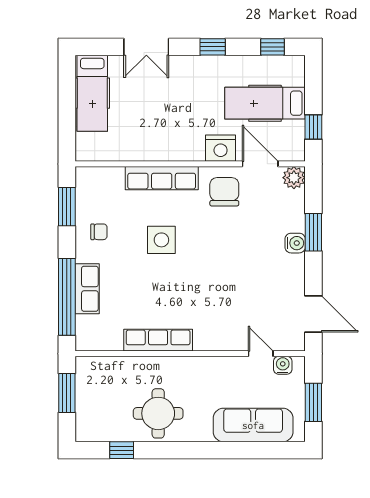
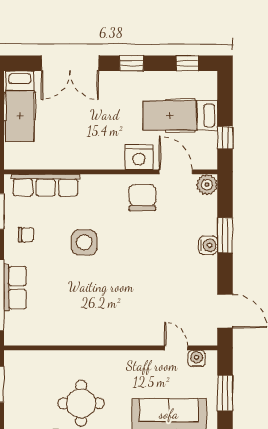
double door: (146, 47) -> (70, 63), width x1.37
row of seats: (162, 178) -> (46, 185), moved
row of seats: (158, 340) -> (81, 335), removed

